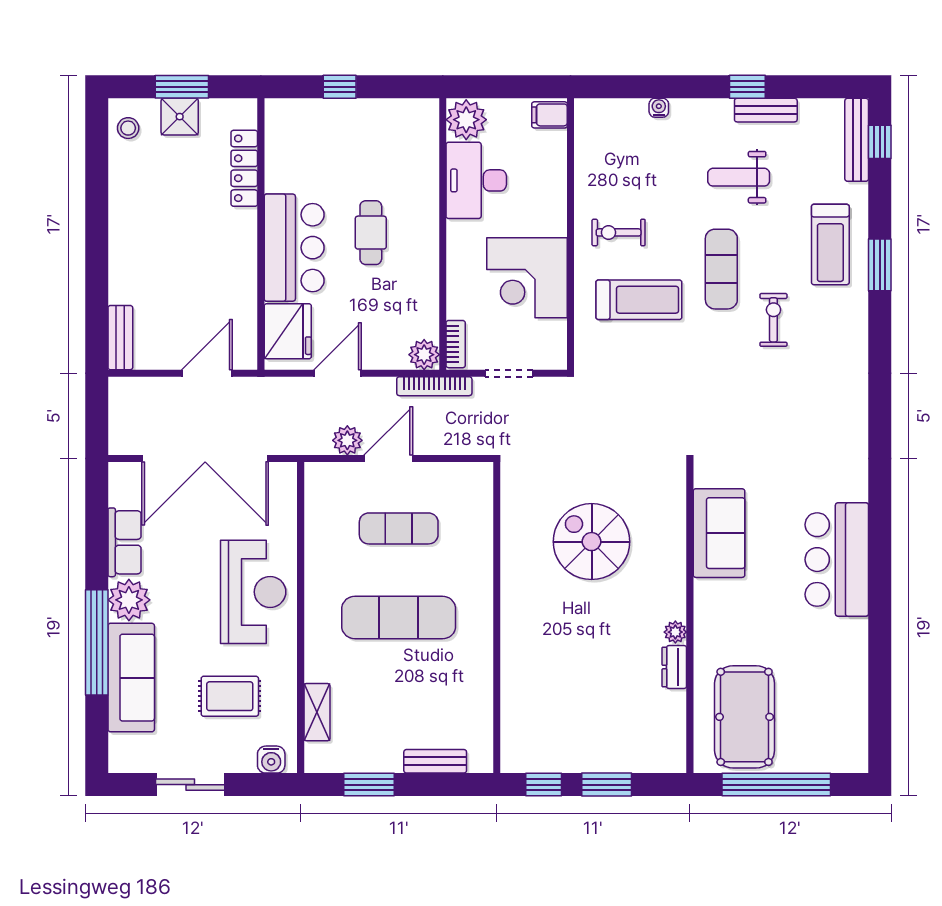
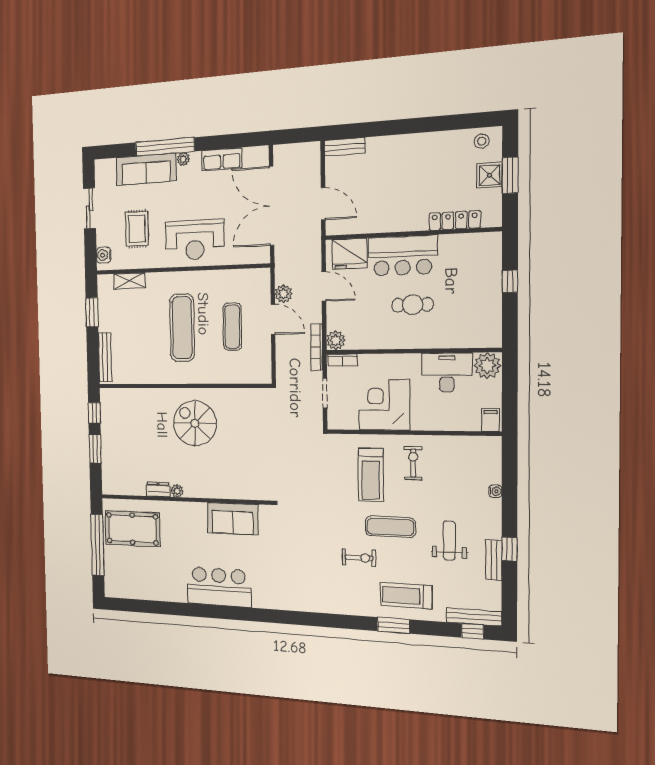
spiral stairs: (592, 542) -> (195, 423), moved, turned -90
plant: (129, 600) -> (183, 159), width x0.53, depth x0.53
bench: (435, 761) -> (105, 357), width x1.36

